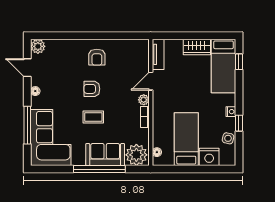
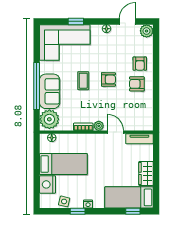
armchair: (74, 54) -> (140, 64), added
armchair: (92, 89) -> (108, 79), turned 90
window: (27, 125) -> (76, 21), width x0.46

